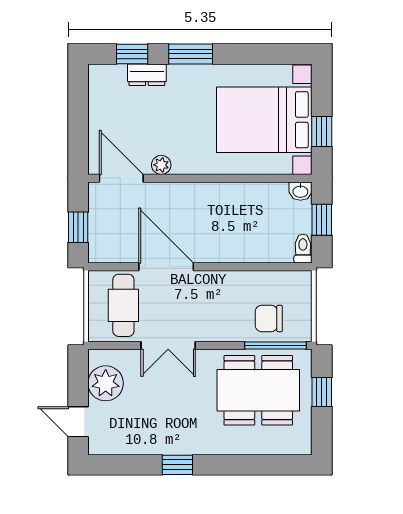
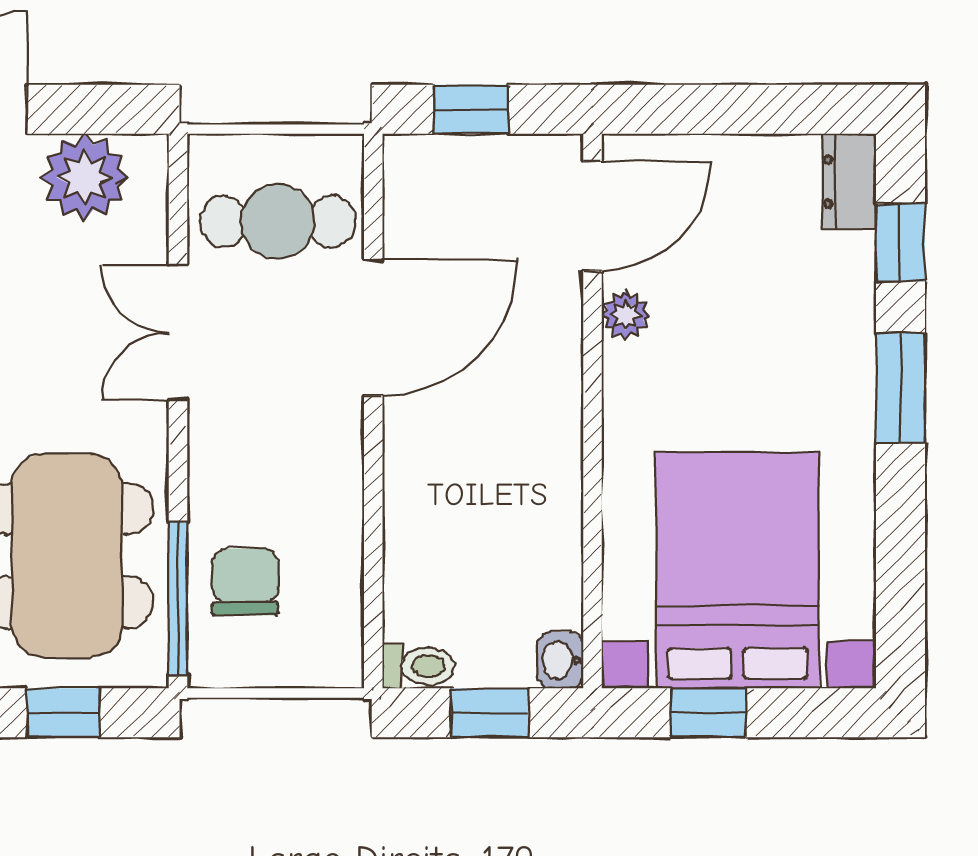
dresser: (147, 75) -> (849, 182), moved

